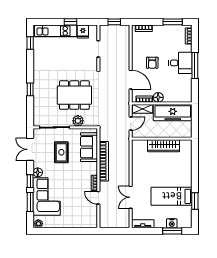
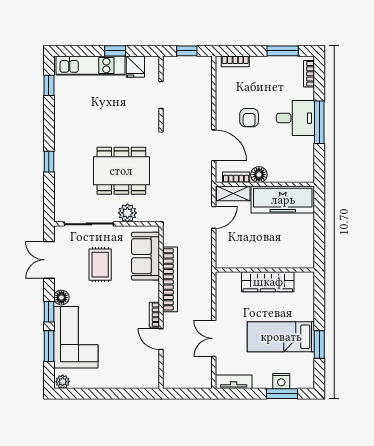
wall: (162, 139) -> (265, 270), moved
wardrobe: (164, 146) -> (268, 282), moved

